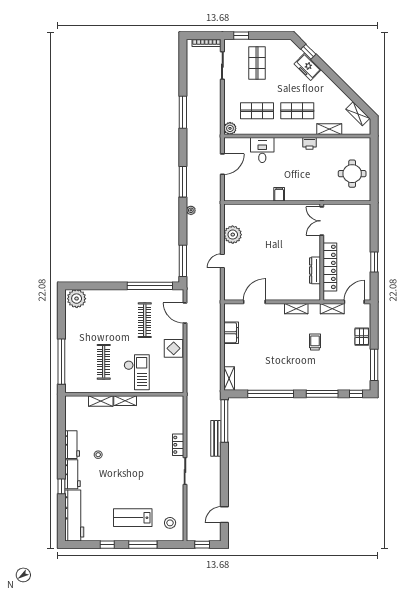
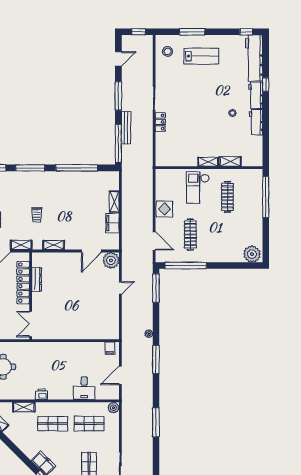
filing cabinet: (279, 194) -> (110, 348), moved
double door: (322, 221) -> (31, 324), swing flipped
plant: (233, 235) -> (111, 260), moved
shelving: (229, 379) -> (114, 202), moved
window: (224, 474) -> (118, 96), added
window: (107, 545) -> (246, 32), moved

